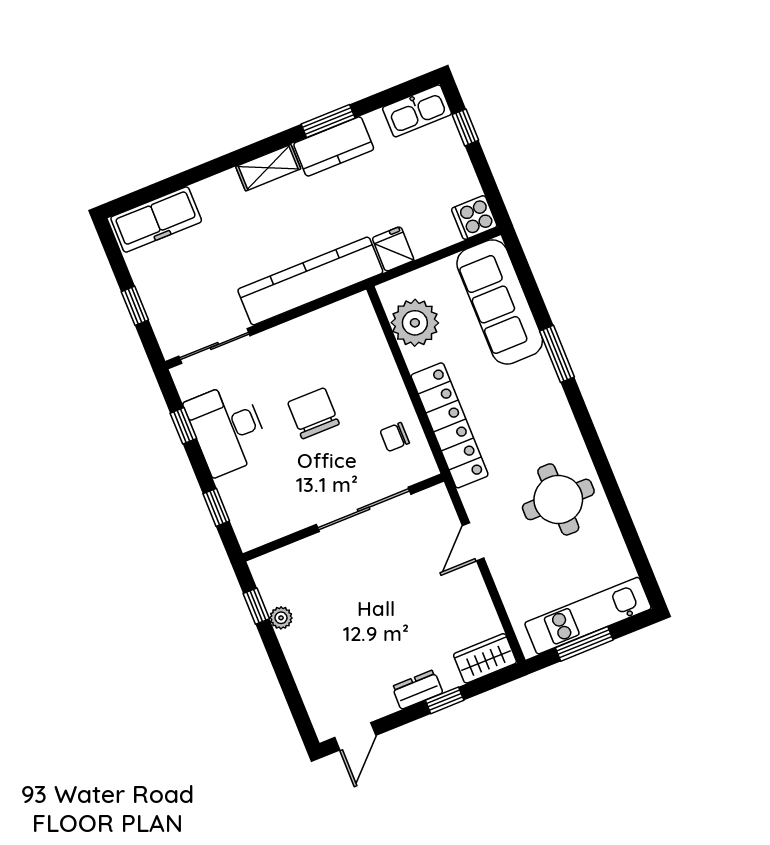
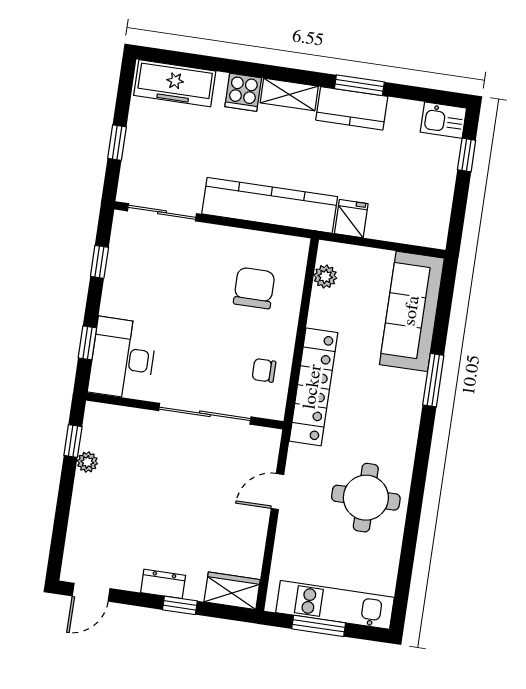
kitchen sink: (417, 111) -> (443, 120), width x0.73
cooker: (474, 218) -> (243, 92), moved, turned -90
plant: (415, 323) -> (325, 276), width x0.53, depth x0.53
chair: (313, 413) -> (254, 288), moved
desk: (227, 429) -> (123, 358), moved

